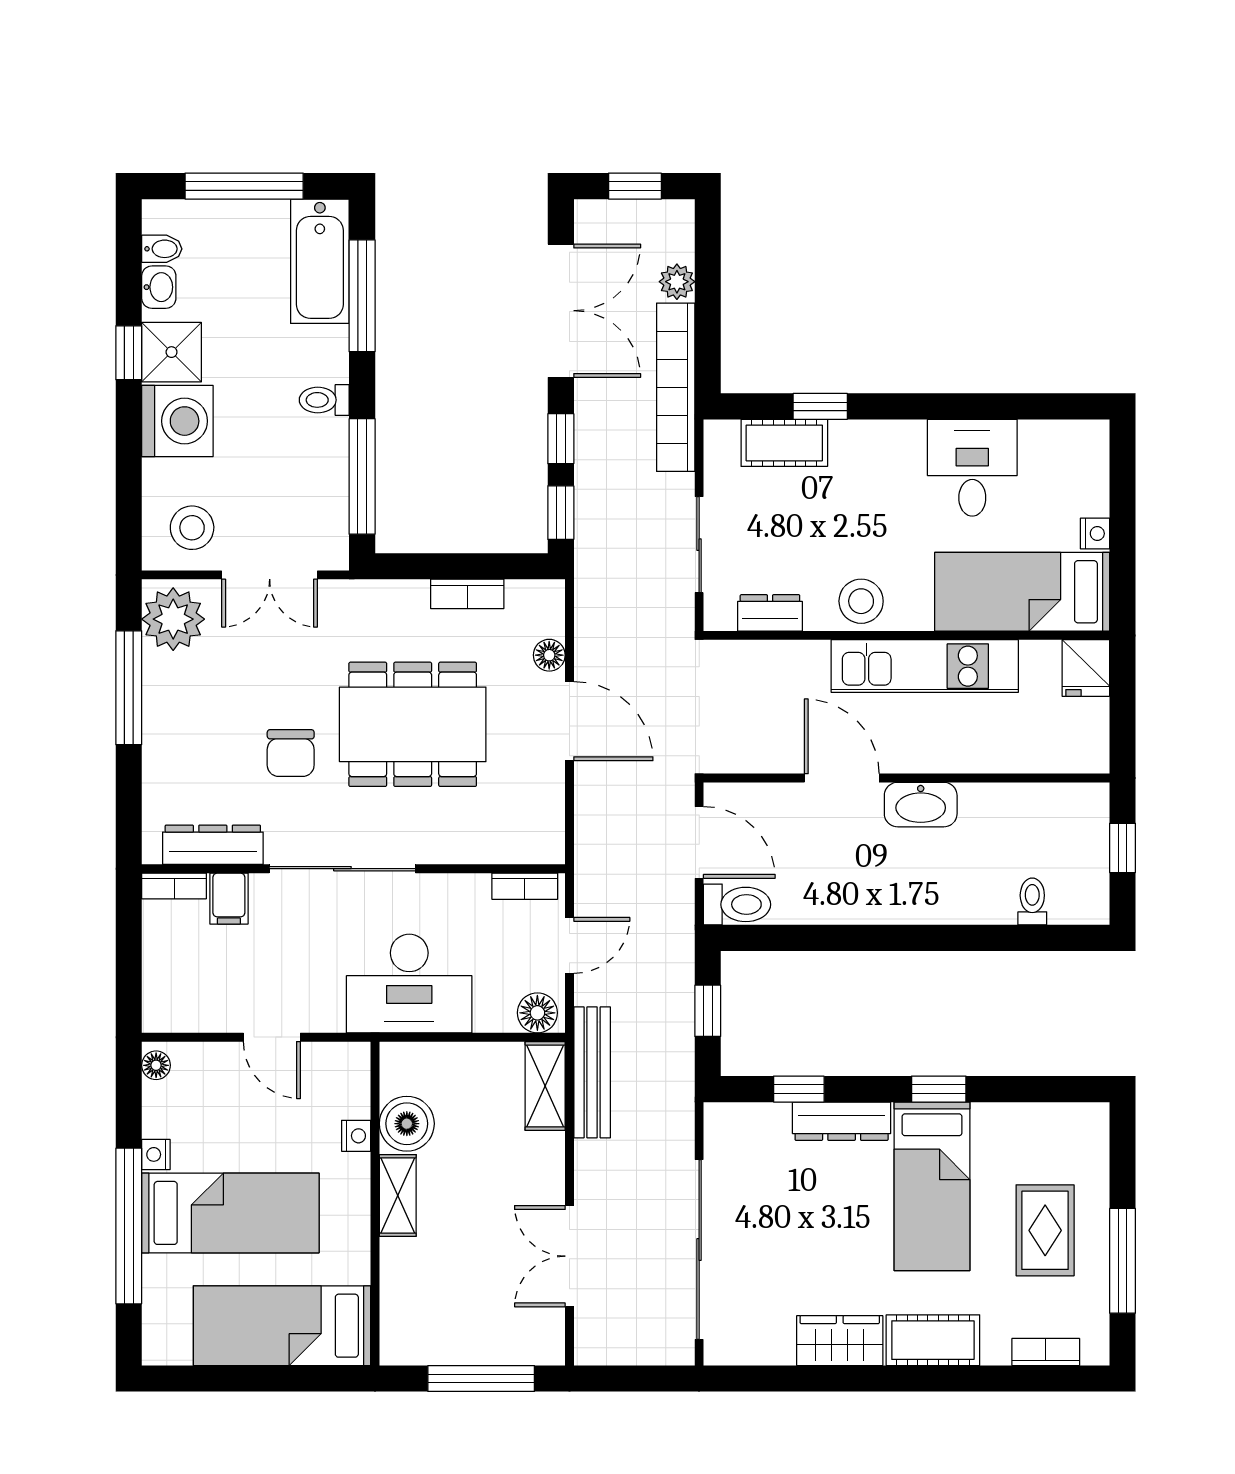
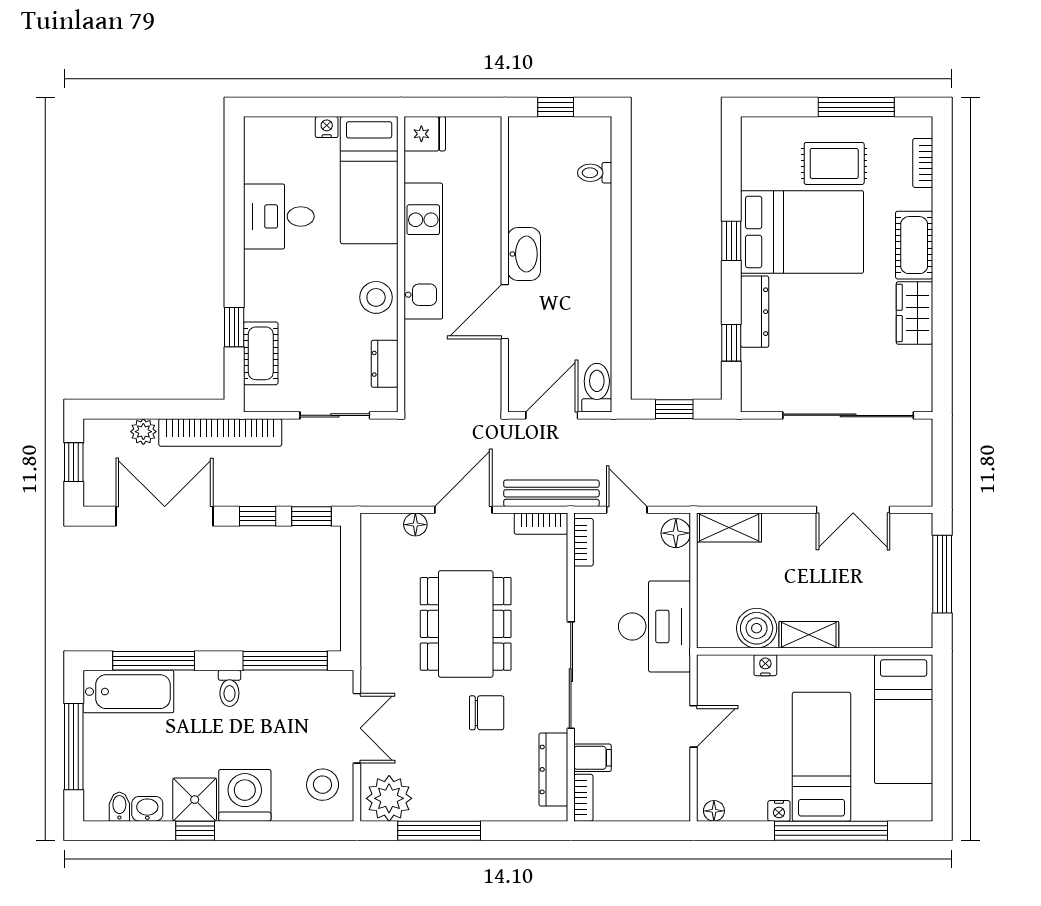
bookcase: (467, 594) -> (541, 524), moved, turned 90
bench: (592, 1072) -> (551, 493), moved
bed: (932, 1186) -> (802, 232), width x1.50

